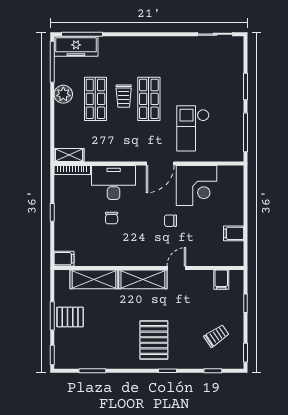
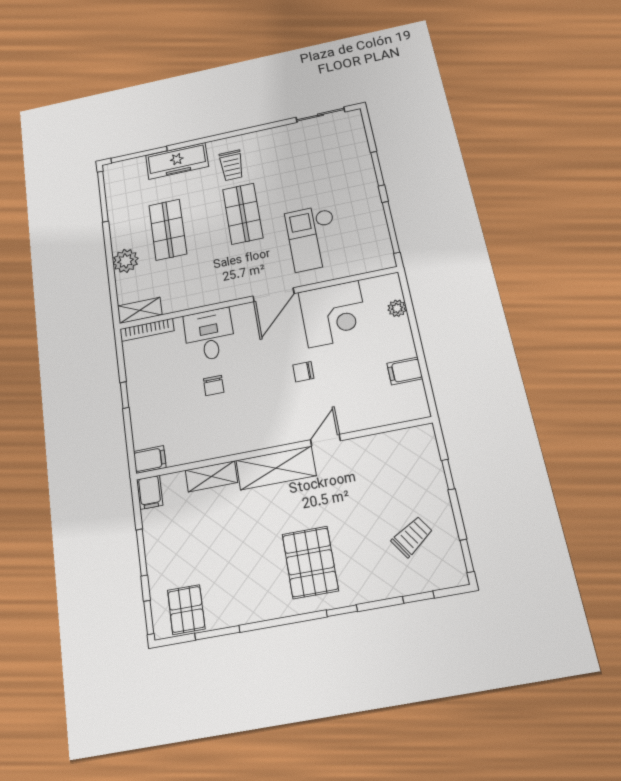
freezer: (76, 46) -> (177, 161), moved
plant: (63, 94) -> (126, 261), moved
trolley: (124, 96) -> (232, 165), moved
desk: (114, 183) -> (209, 335), width x0.73
plant: (238, 190) -> (397, 308), added
shelving: (94, 279) -> (211, 476), width x0.67, depth x0.75
filing cabinet: (221, 280) -> (150, 492), moved
pallet: (70, 317) -> (186, 609), moved, turned 90

